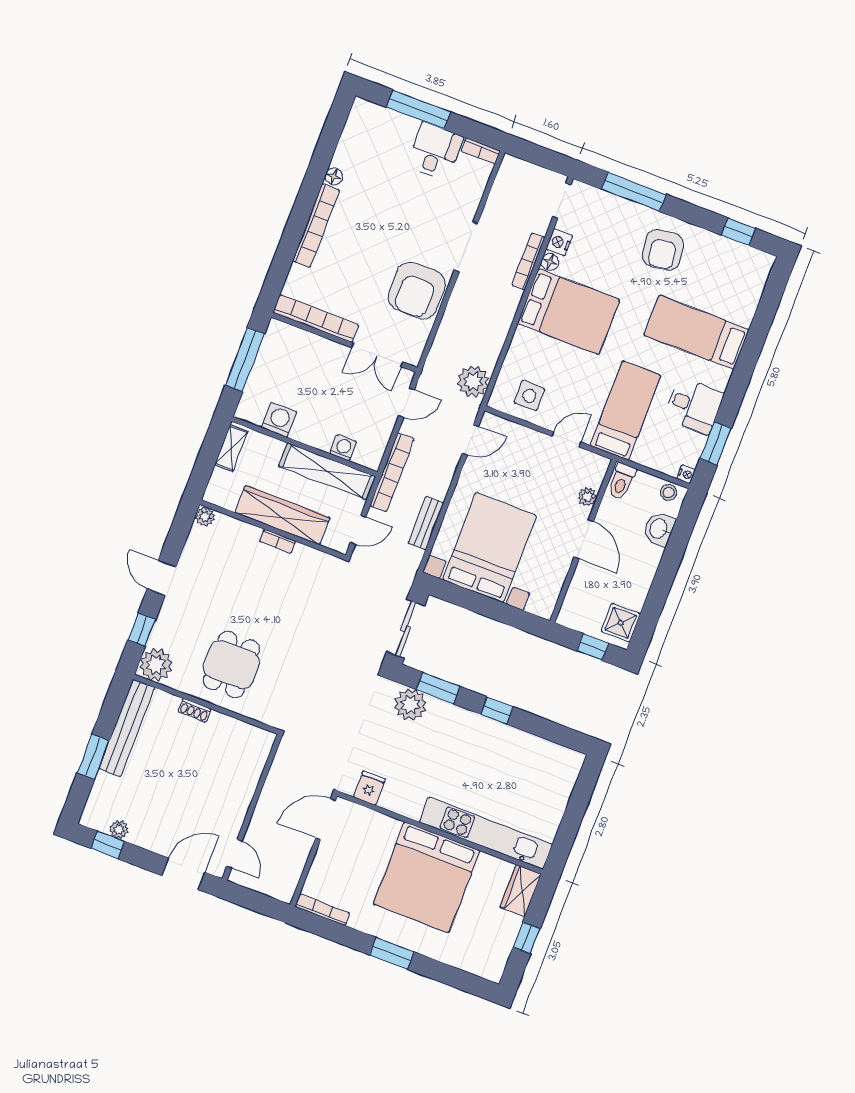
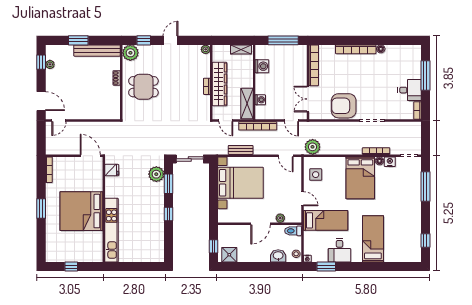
armchair: (663, 250) -> (404, 210), removed
shelving: (327, 471) -> (247, 104), width x0.68
wardrobe: (521, 891) -> (92, 256), removed

